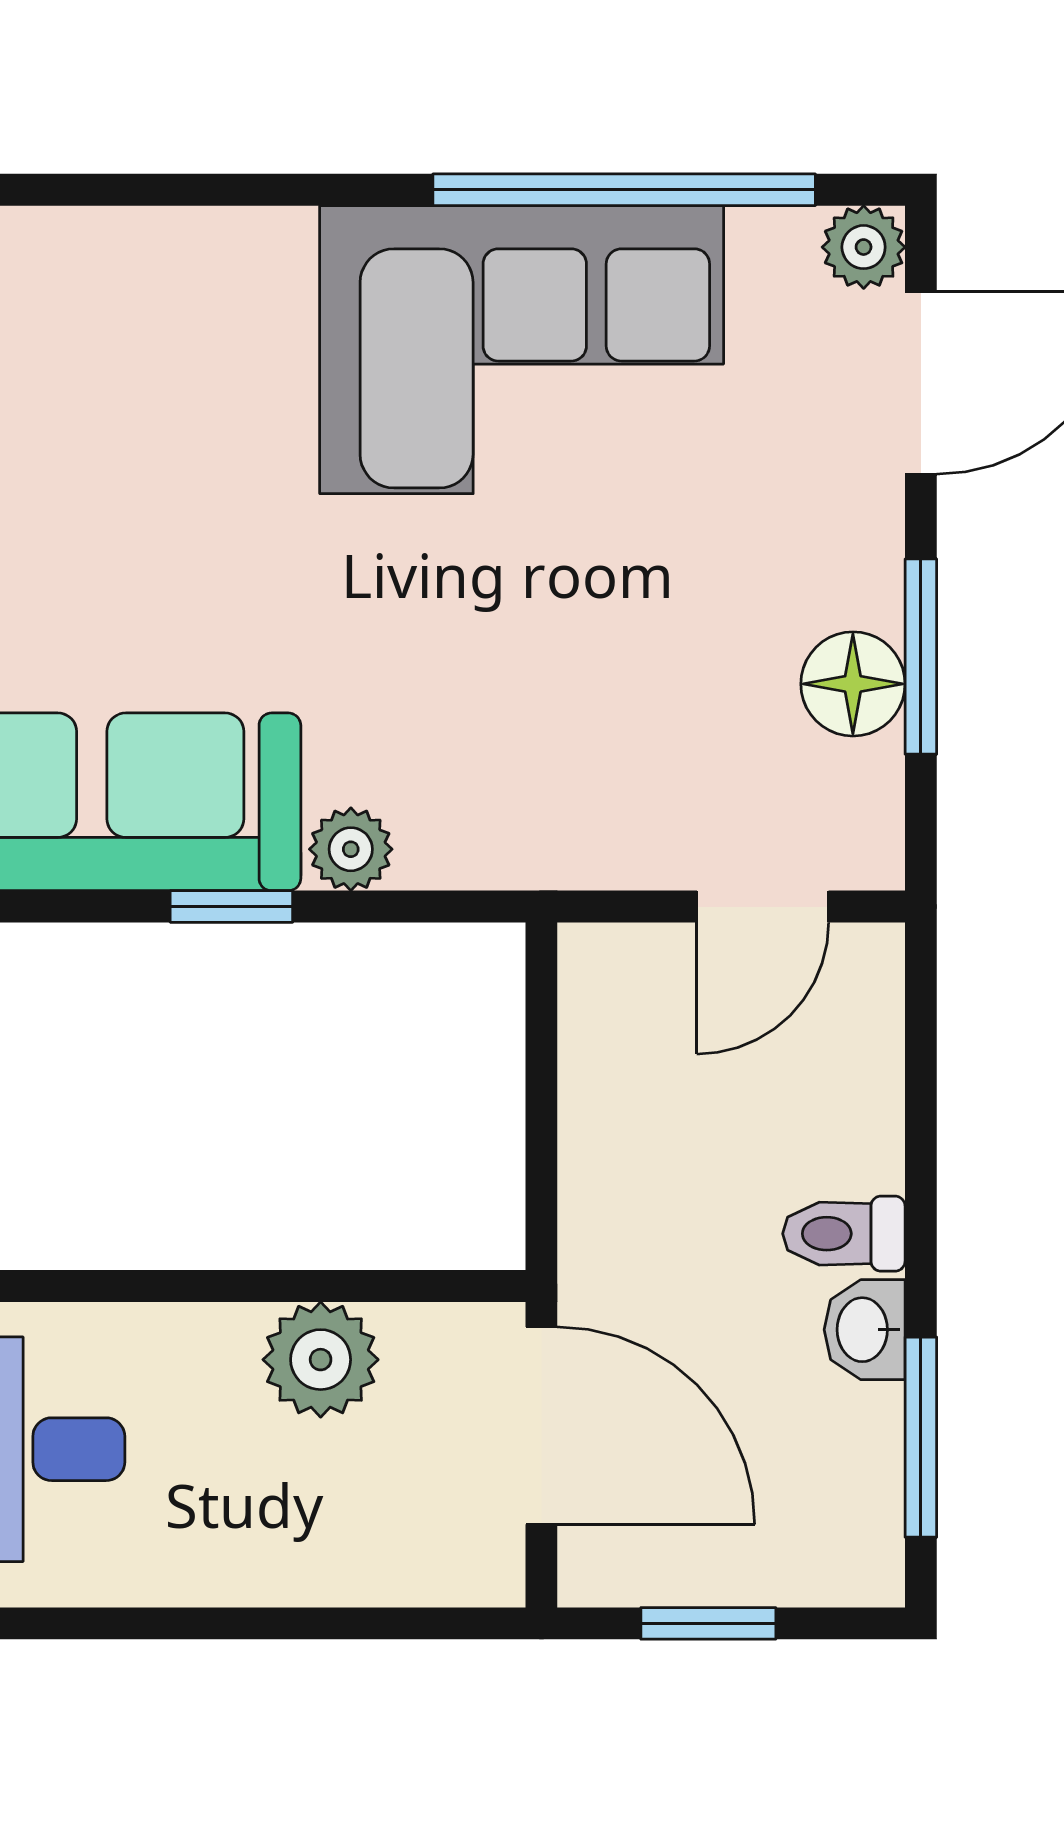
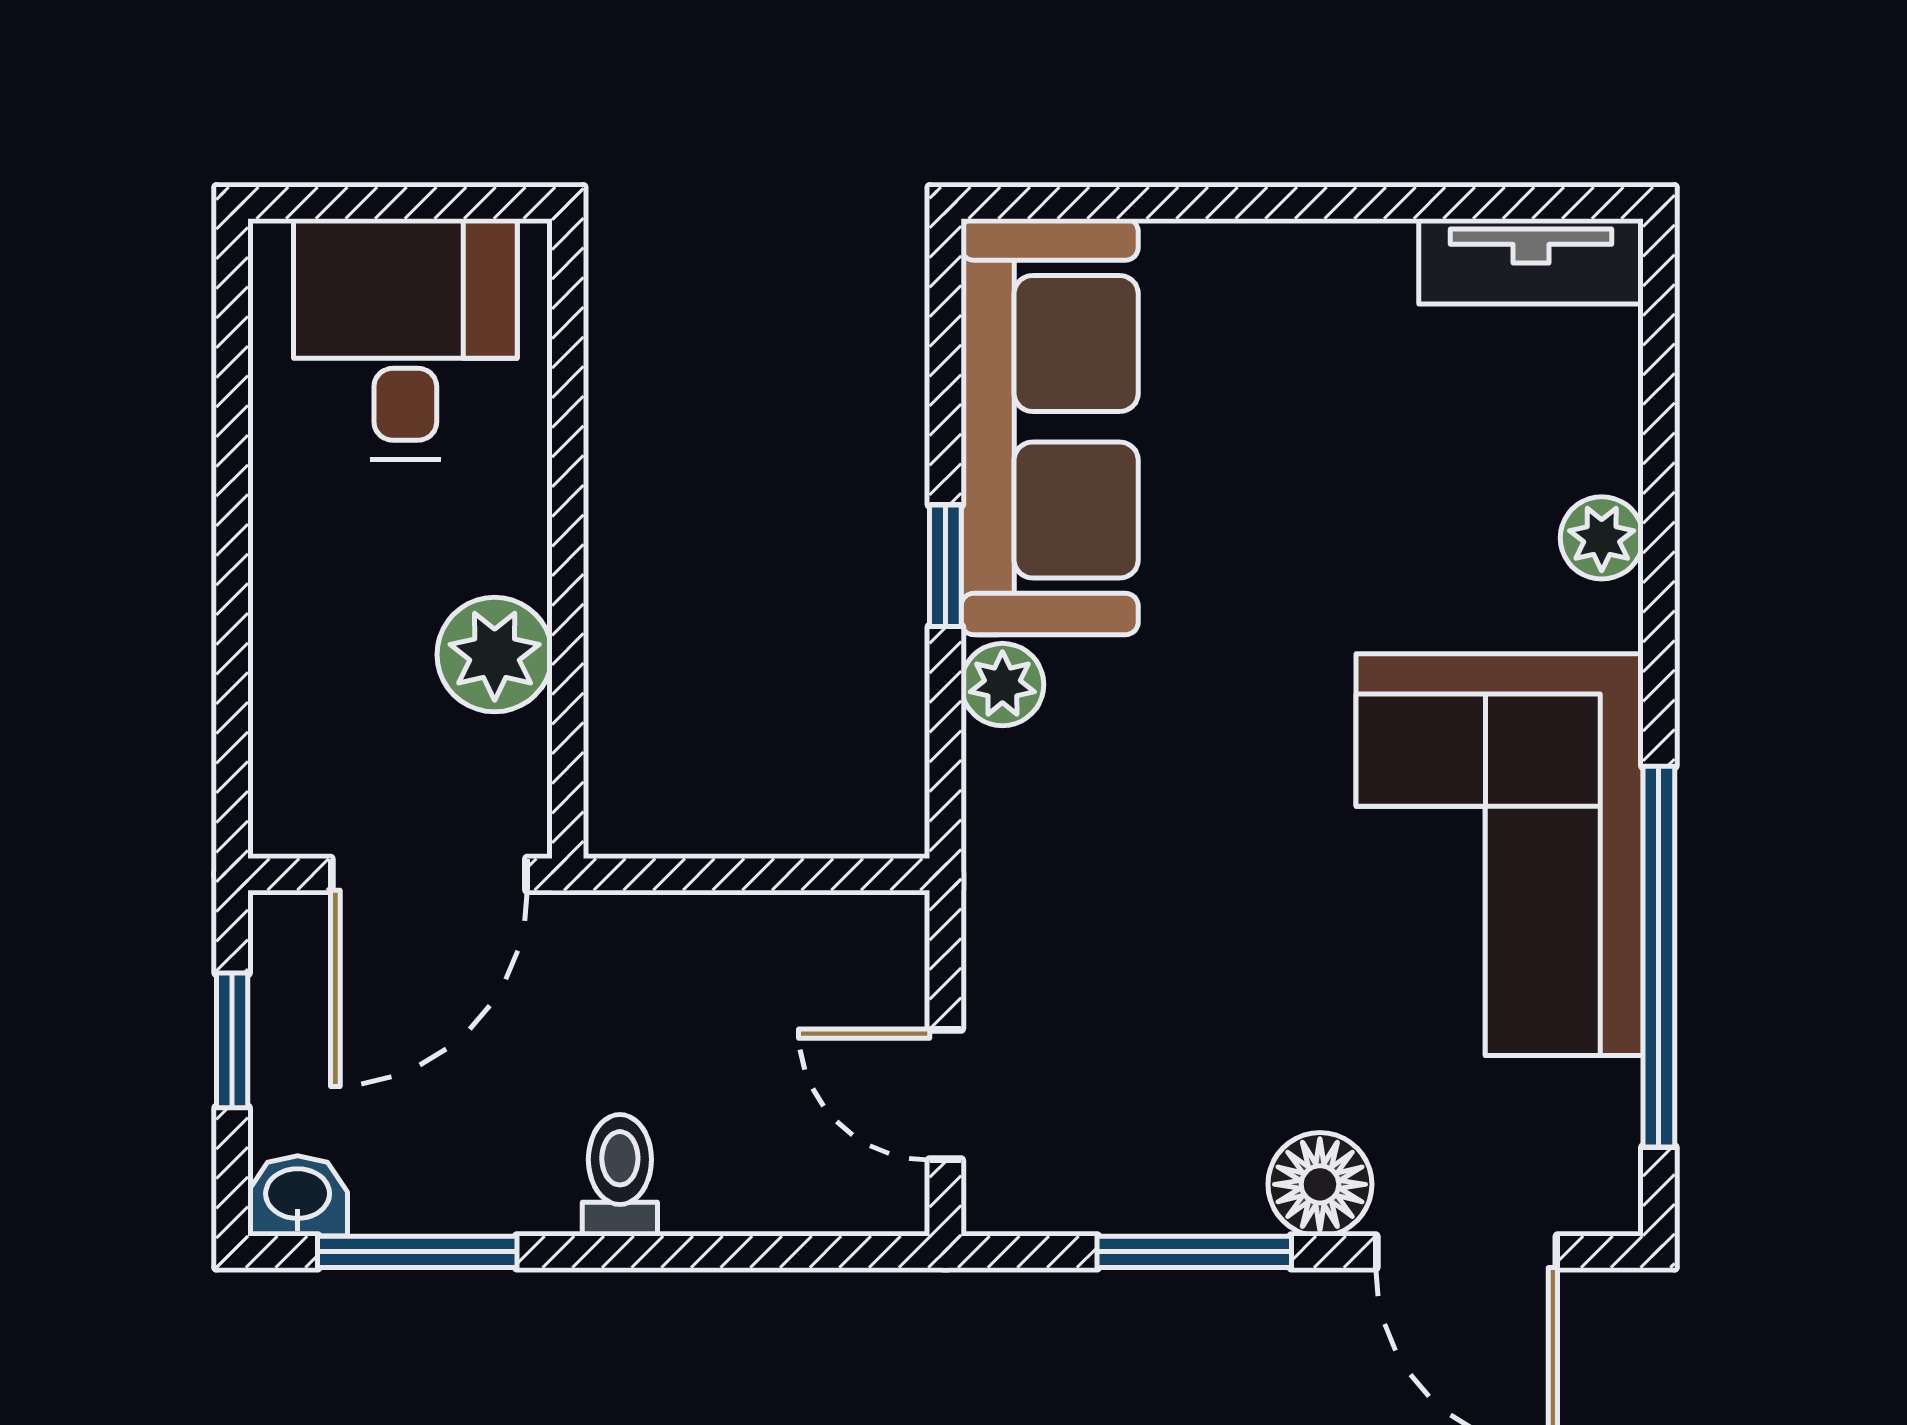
plant: (864, 247) -> (1602, 538), moved
floor lamp: (853, 684) -> (1320, 1184), moved
washbasin: (865, 1330) -> (298, 1196), moved

